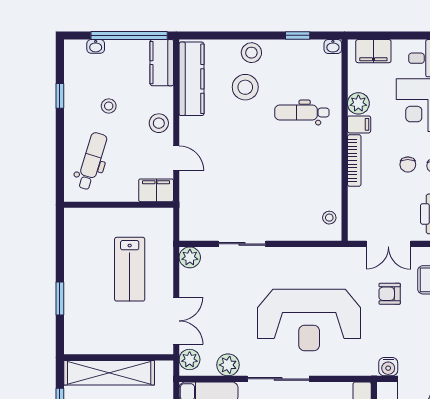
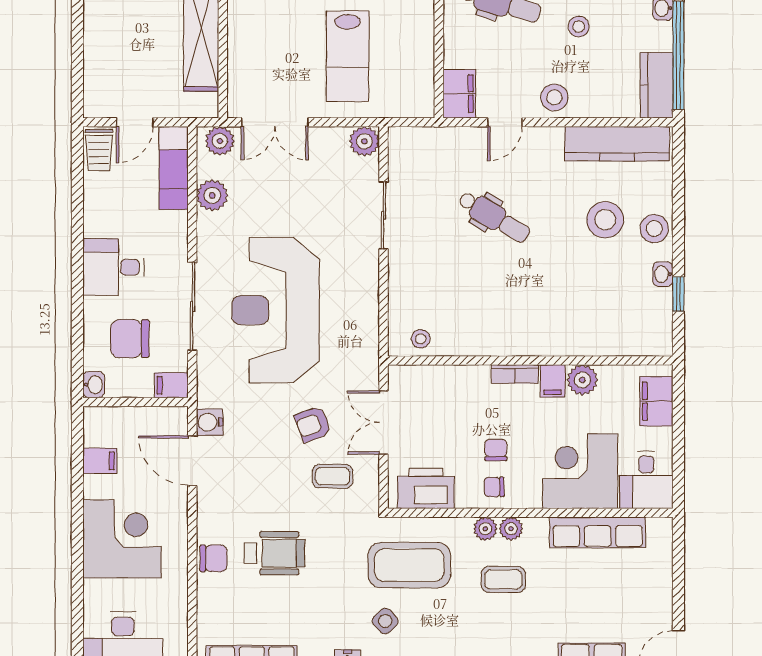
washbasin: (333, 46) -> (663, 274), moved
kitchen counter: (162, 63) -> (656, 85), moved, turned -90
dental chair: (302, 112) -> (494, 217), moved, turned 121
bookcase: (354, 160) -> (515, 374), width x0.64
chair: (408, 165) -> (496, 450), turned 90
lab bench: (130, 269) -> (348, 56), turned -90
armchair: (390, 294) -> (313, 424), turned -110
sliding door: (278, 379) -> (192, 306), moved

